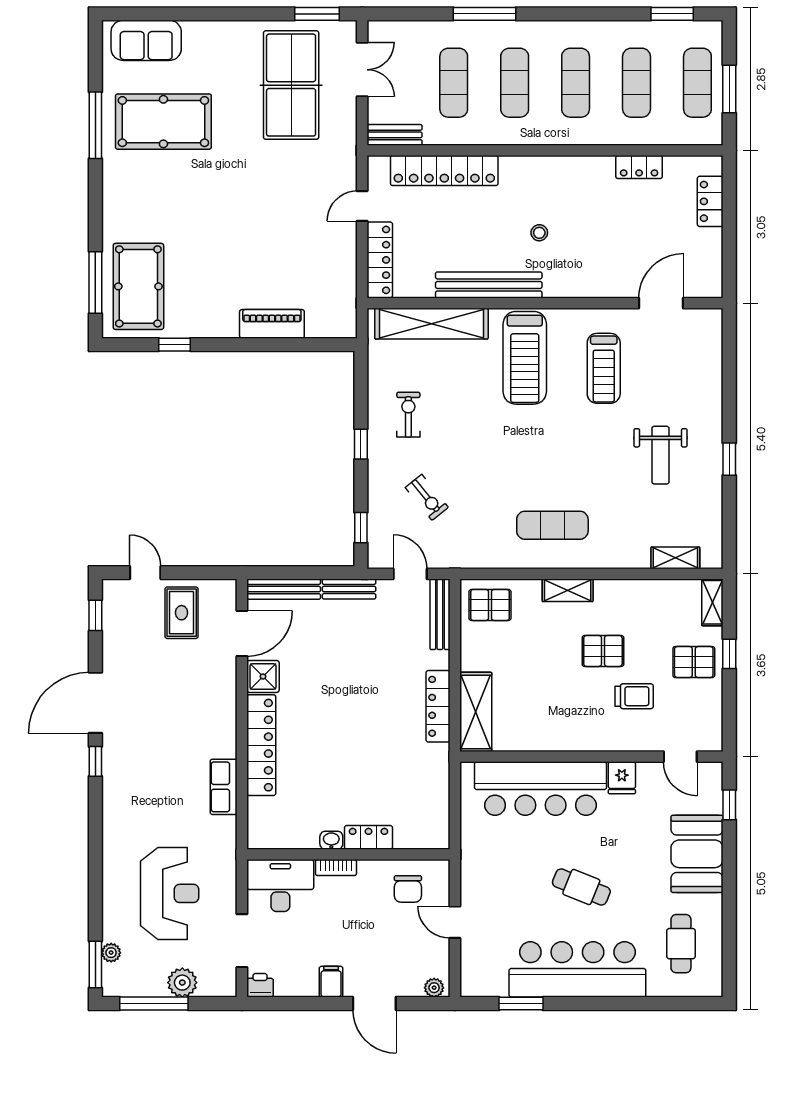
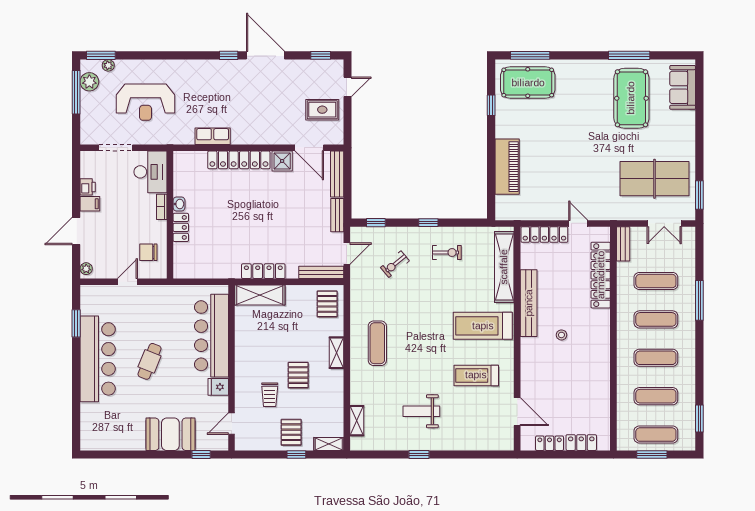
locker: (639, 167) -> (550, 443), moved, turned 90
piano: (272, 324) -> (507, 167), width x1.37, depth x1.33
cafe table: (681, 944) -> (114, 424), removed
plant: (182, 983) -> (89, 82), moved
printer: (260, 985) -> (88, 187), moved

